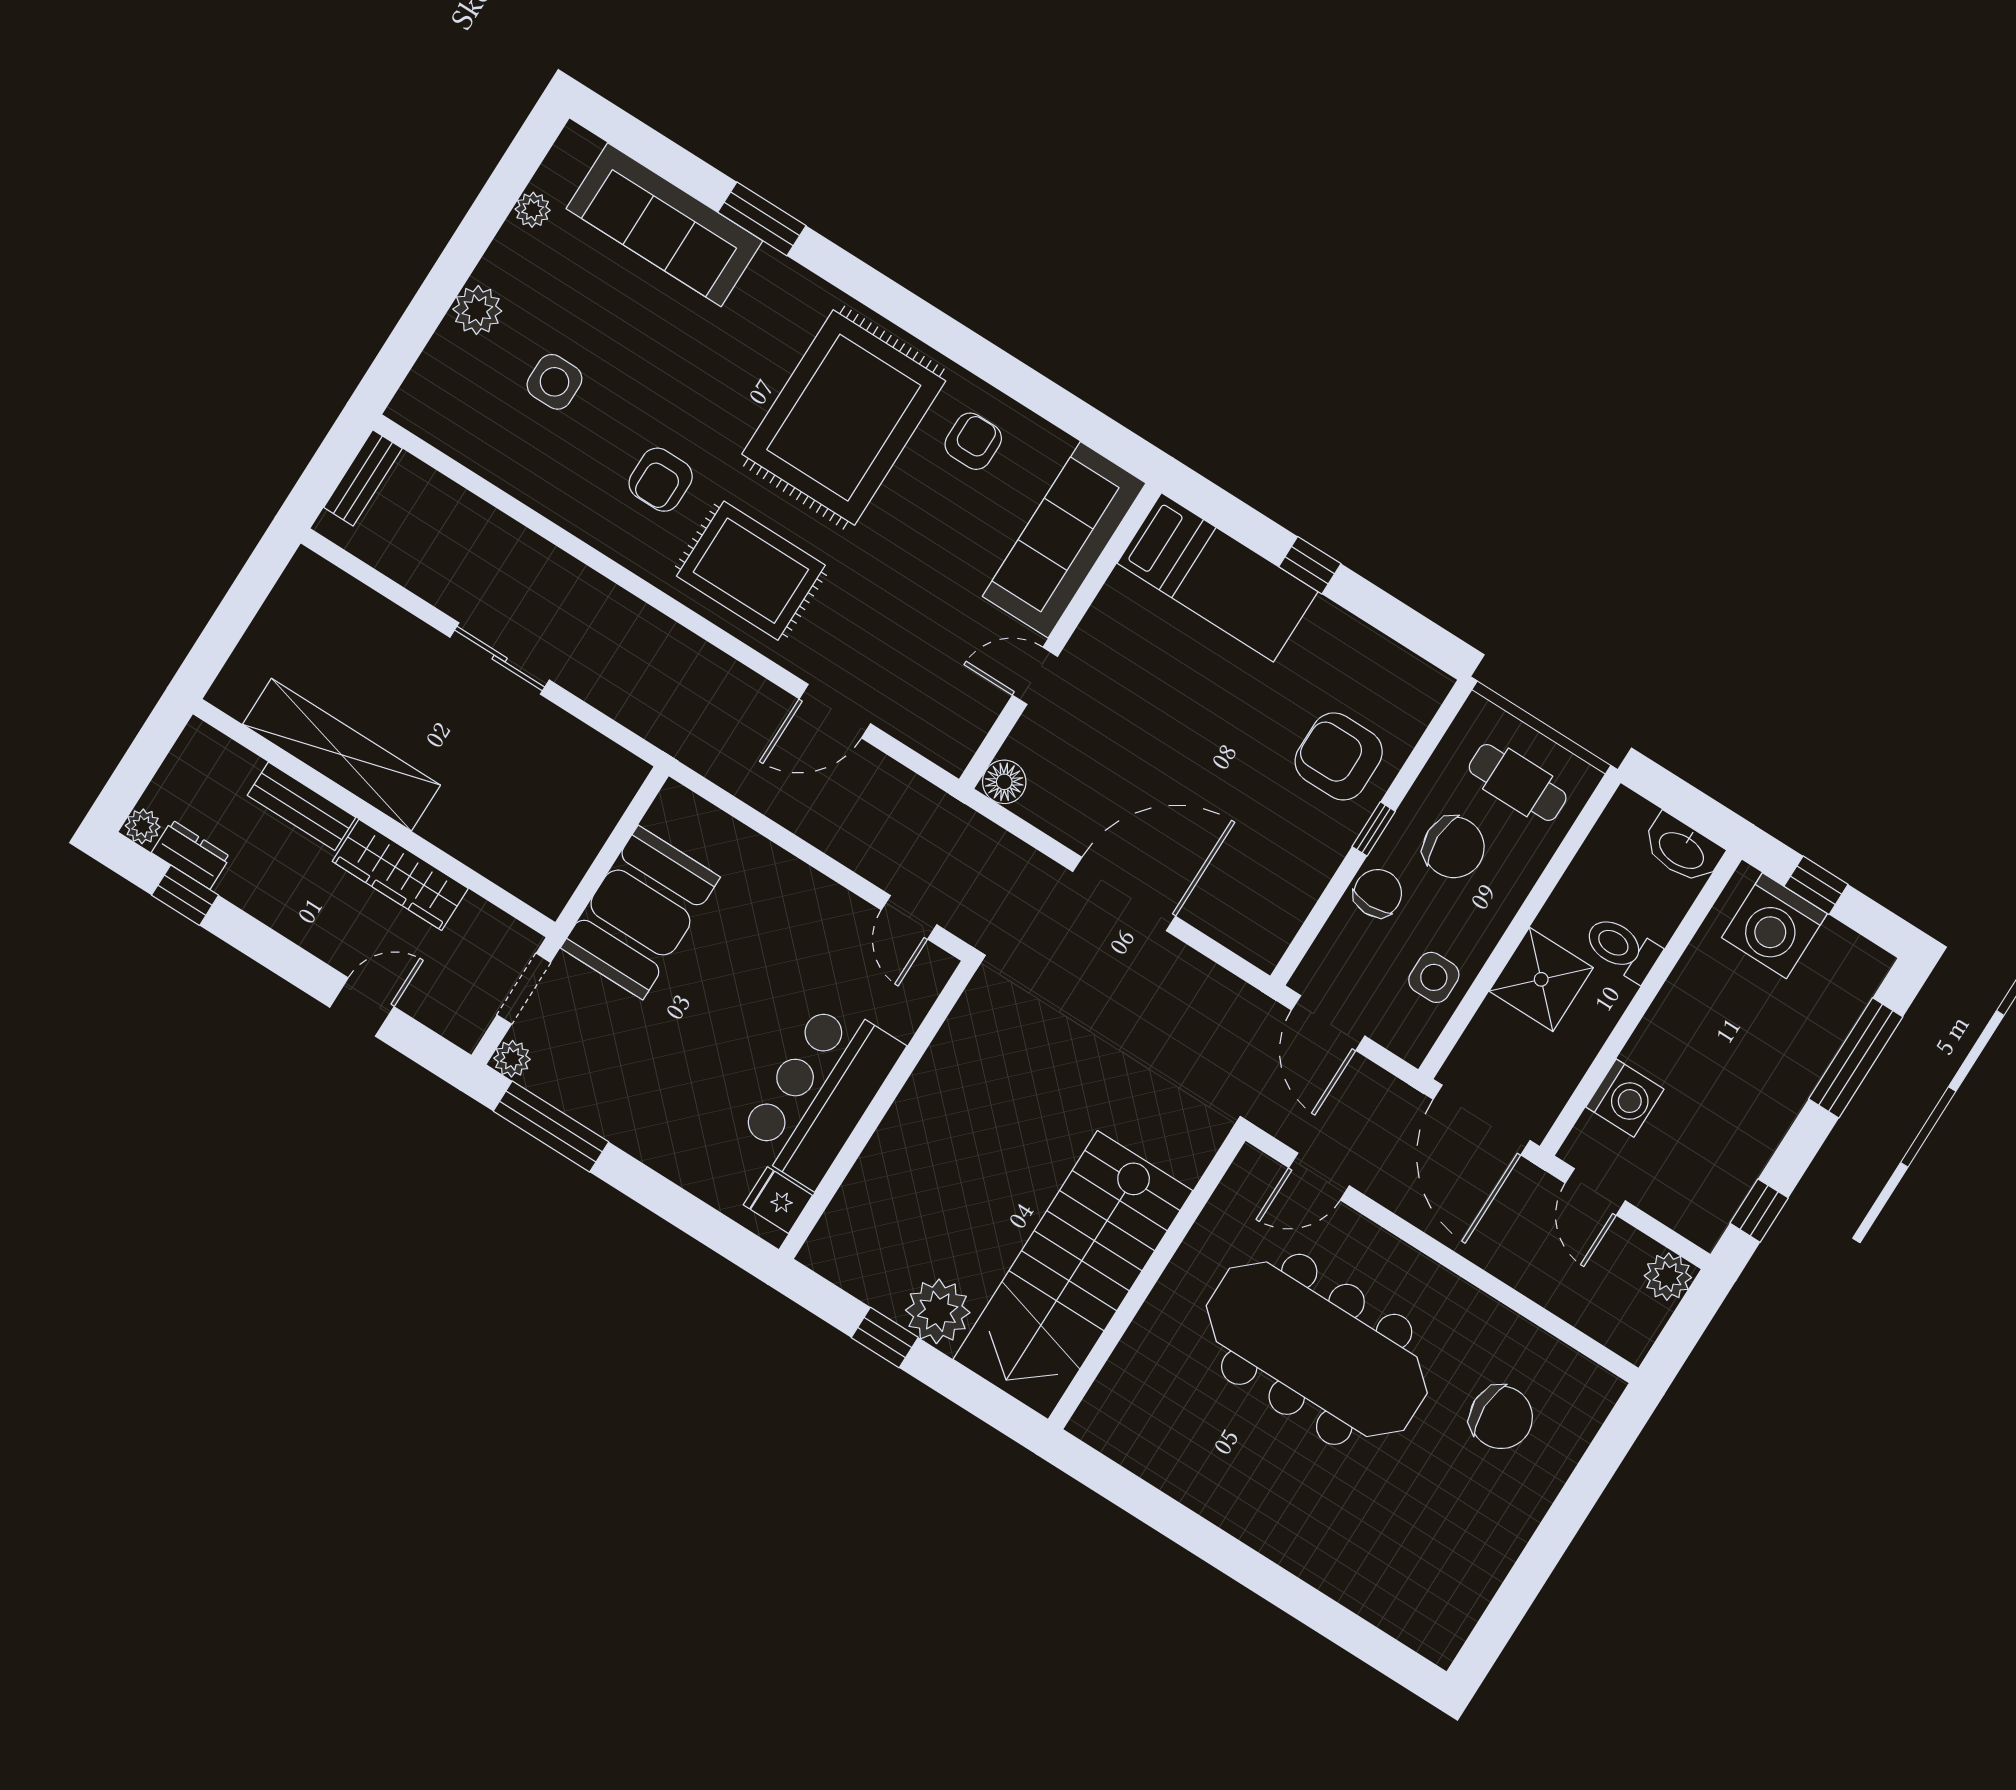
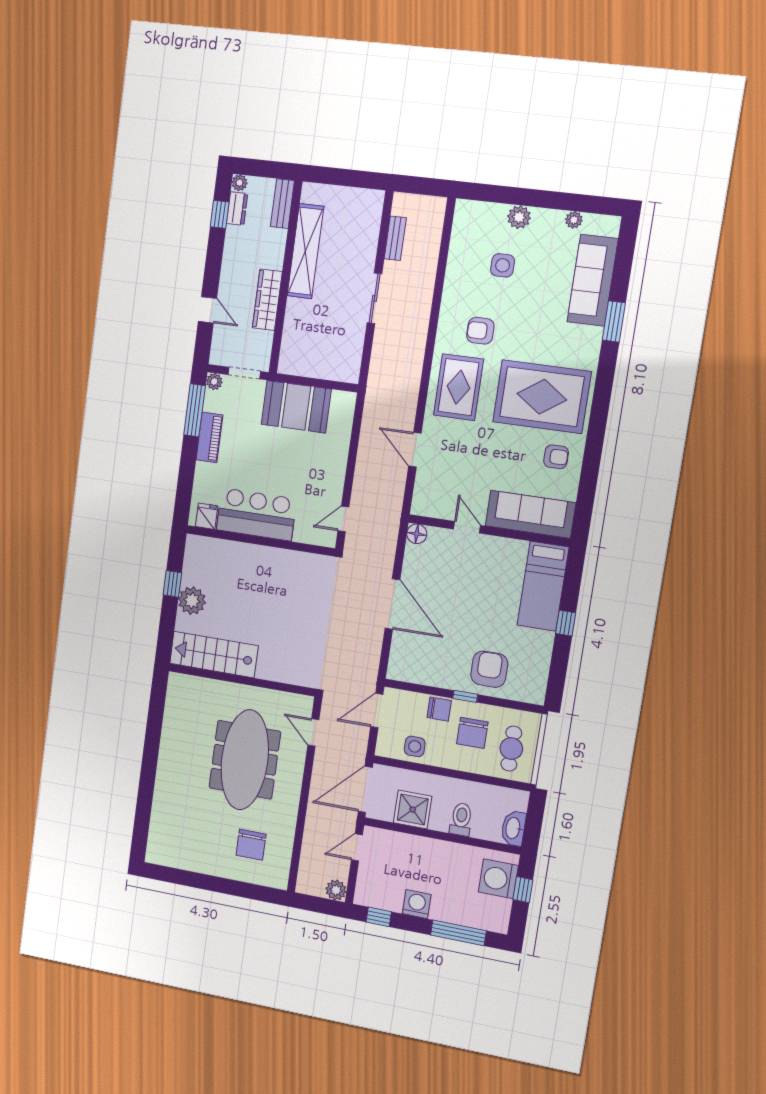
bench: (363, 478) -> (395, 238), moved, turned 90
bench: (302, 806) -> (282, 204), moved
shower: (1541, 979) -> (413, 809), moved
washing machine: (1625, 1098) -> (417, 904), moved, turned 180
piano: (620, 1120) -> (209, 437), added
stairs: (1073, 1275) -> (214, 655), width x0.73, depth x0.66

